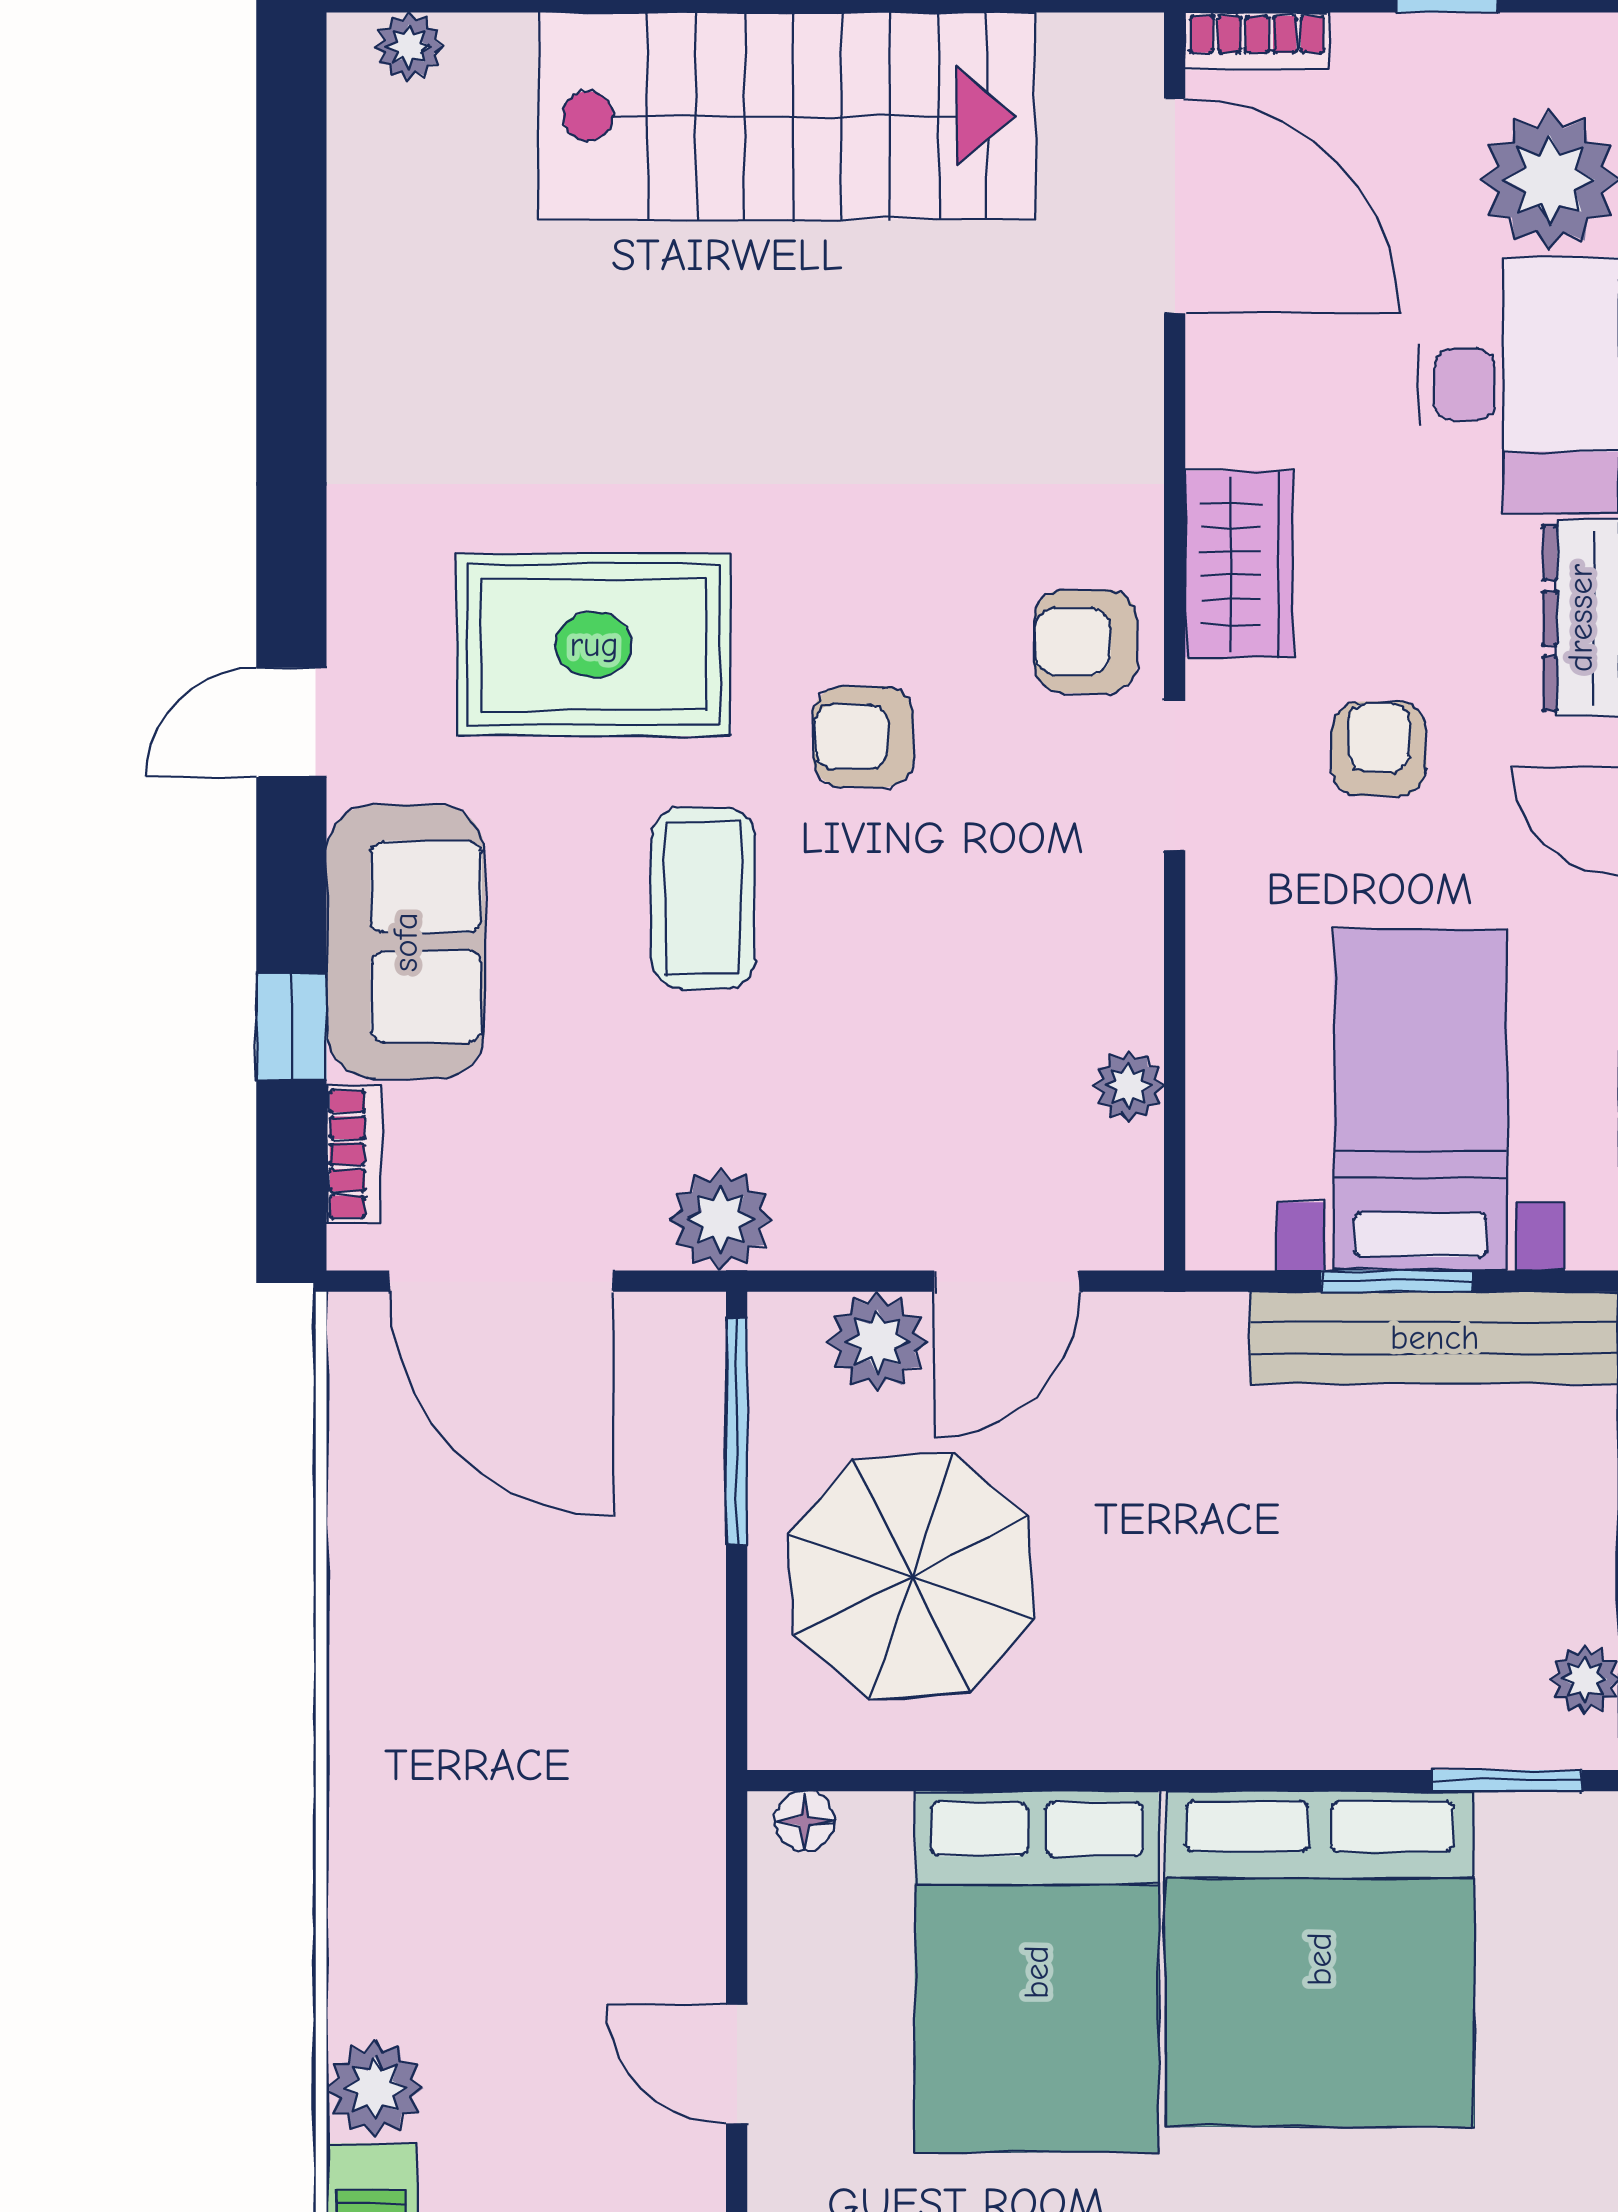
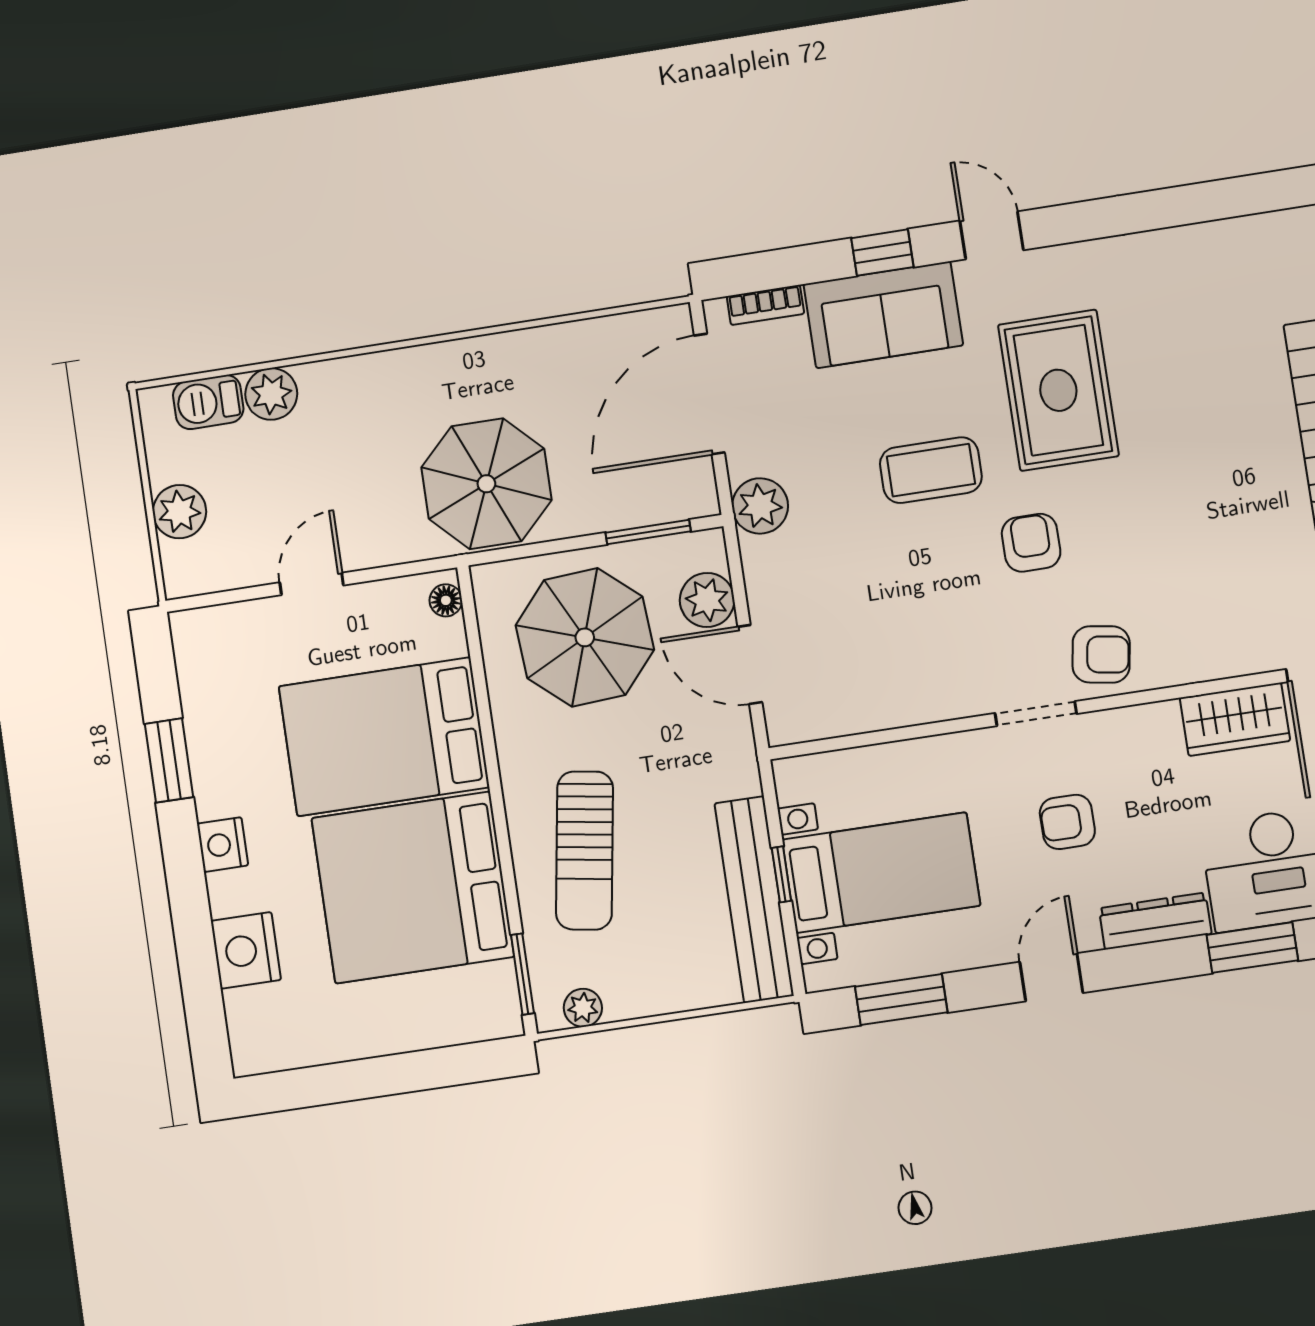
wardrobe: (1239, 564) -> (1235, 719), moved
armchair: (1085, 641) -> (1101, 654), turned 99
armchair: (1379, 749) -> (1067, 822), turned 180
window: (291, 1027) -> (882, 253), moved
plant: (1129, 1086) -> (865, 714), removed
window: (1397, 1281) -> (781, 874), width x0.67
window: (737, 1431) -> (648, 532), width x0.69
sun lounger: (1300, 1634) -> (585, 850), added
parasol: (602, 1715) -> (486, 484), added

